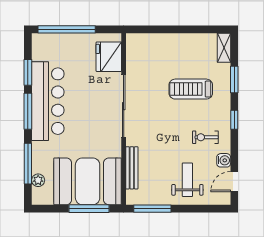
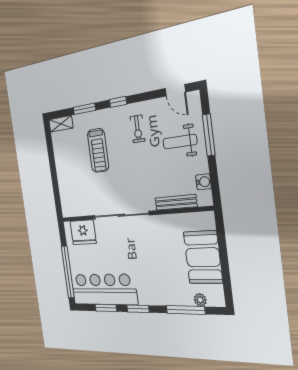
bar counter: (48, 101) -> (103, 289), moved
window: (28, 111) -> (138, 309), width x0.69
water cooler: (224, 160) -> (203, 182), moved, turned 90
booth: (88, 181) -> (203, 257), width x0.73, depth x0.70
window: (89, 209) -> (222, 245), removed
window: (152, 209) -> (209, 135), moved

